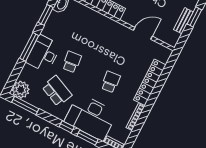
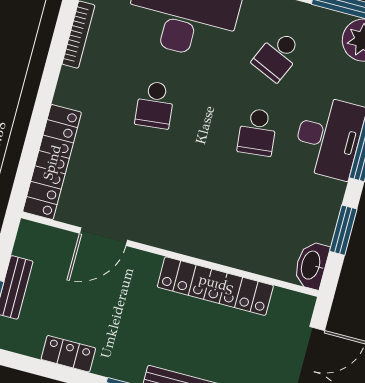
locker: (150, 82) -> (52, 162), moved
school desk: (57, 91) -> (278, 56), width x0.54

